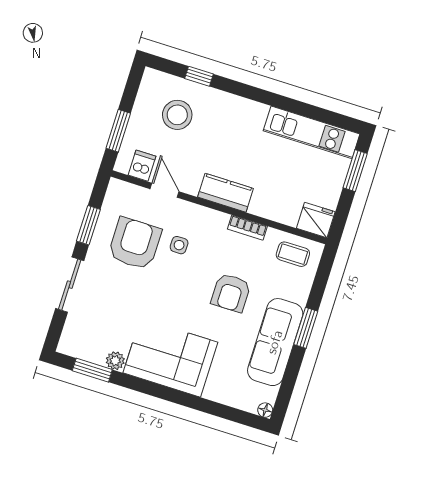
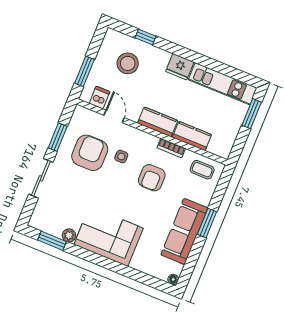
kitchen counter: (275, 208) -> (192, 136), added
fridge: (316, 220) -> (180, 67), moved, turned 180
armchair: (231, 293) -> (152, 178), moved

